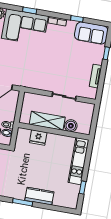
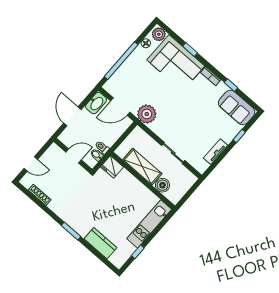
plant: (26, 79) -> (147, 114), added
fridge: (38, 137) -> (112, 167), moved
kitchen counter: (39, 196) -> (100, 243), moved

